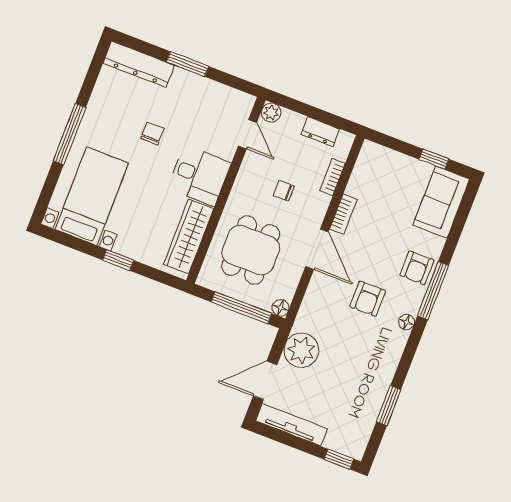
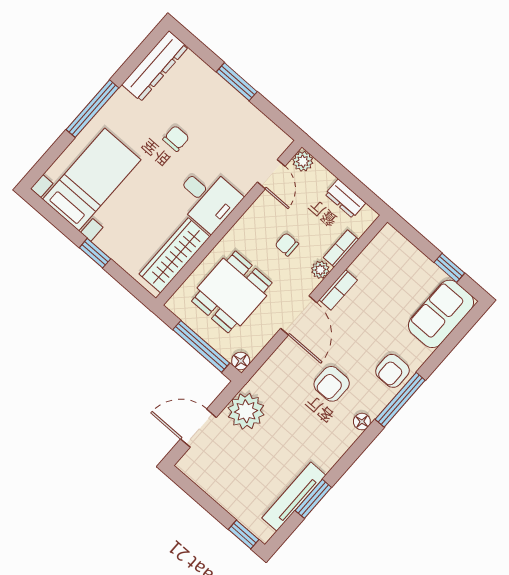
dresser: (139, 64) -> (155, 66), moved, turned -90
plant: (321, 202) -> (320, 270), added
tv unit: (291, 425) -> (294, 497), moved, turned -90

